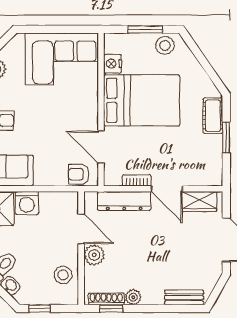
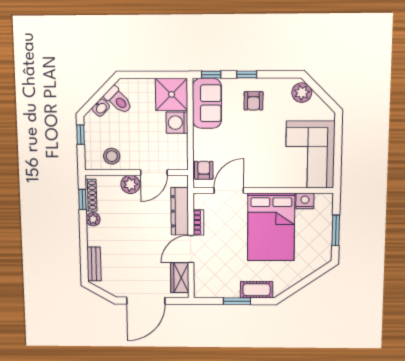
stool: (165, 45) -> (321, 248), removed

